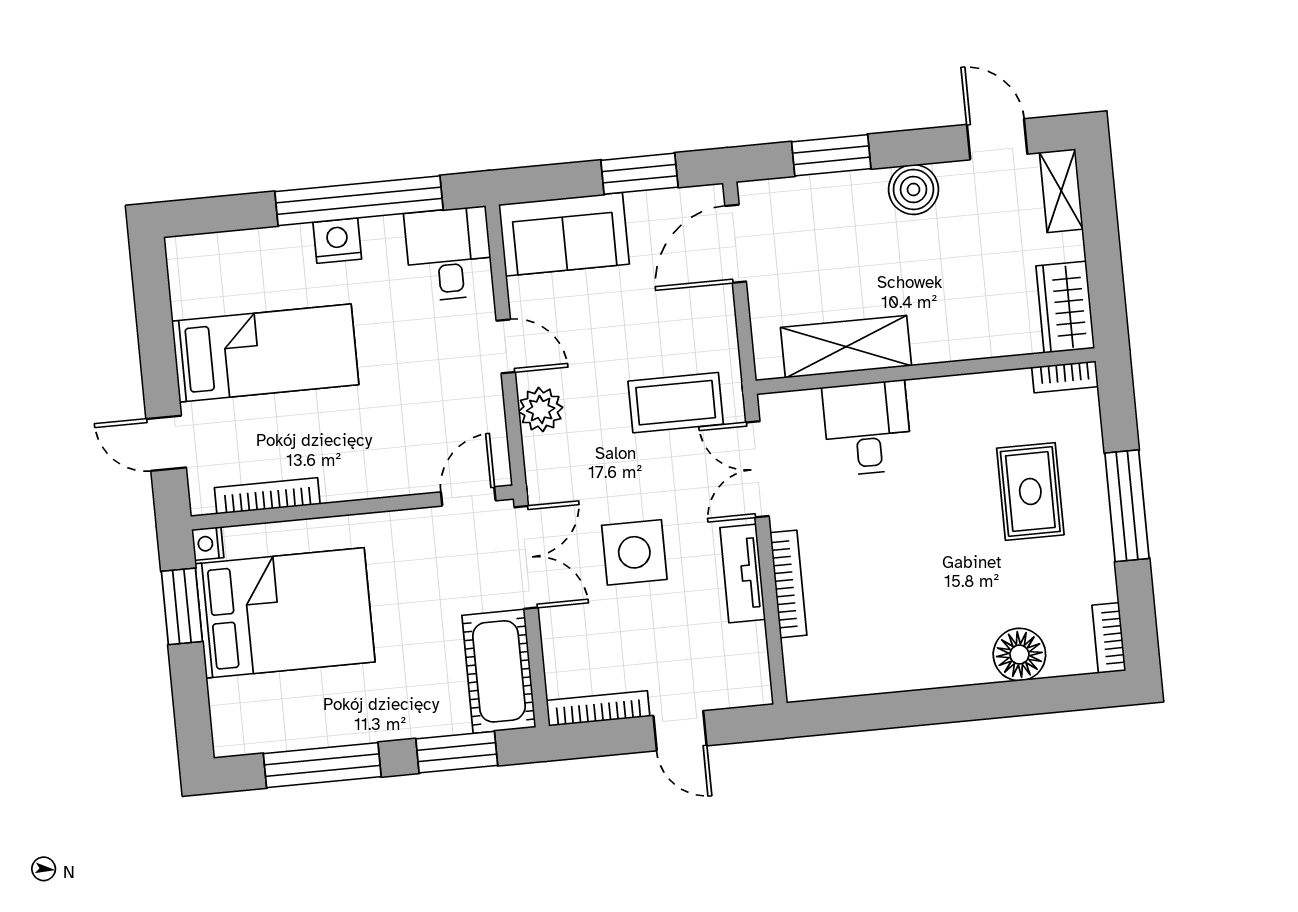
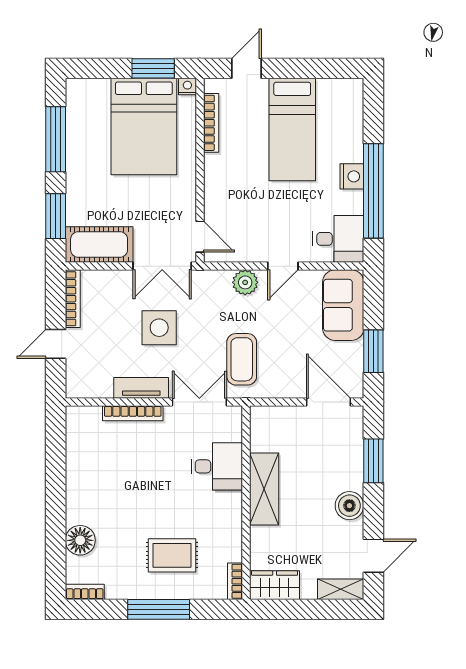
shelving: (846, 347) -> (264, 489), moved

